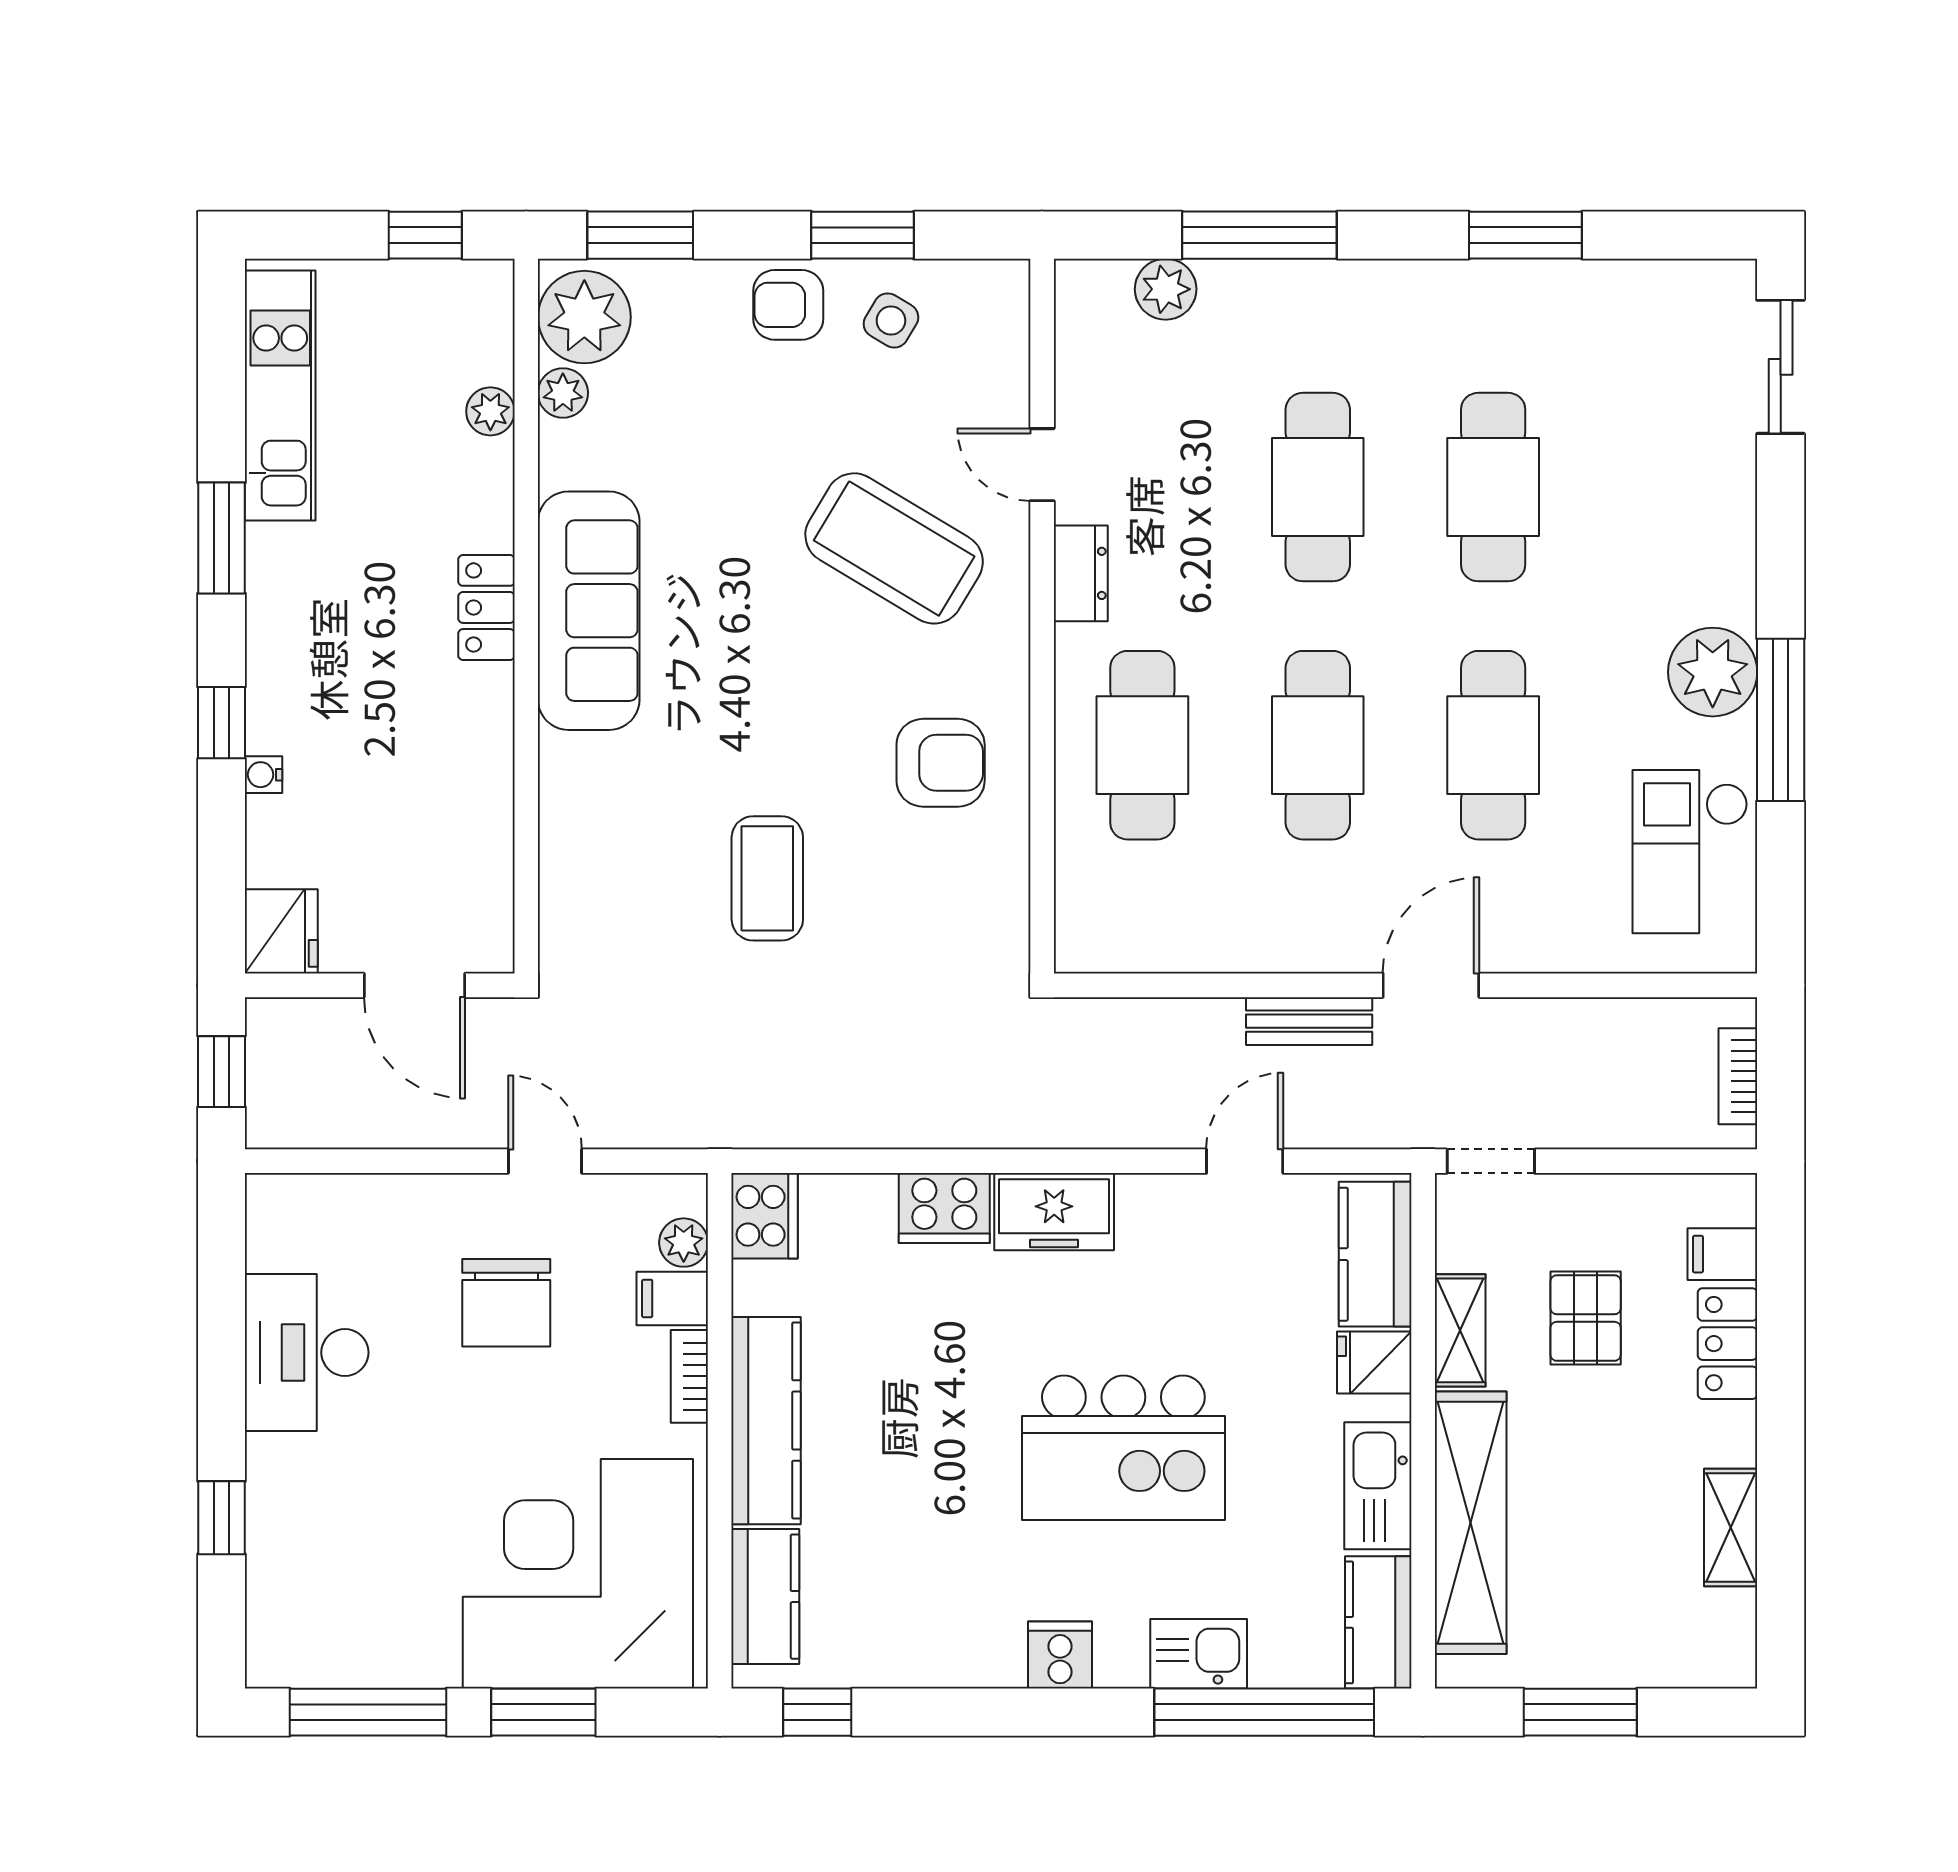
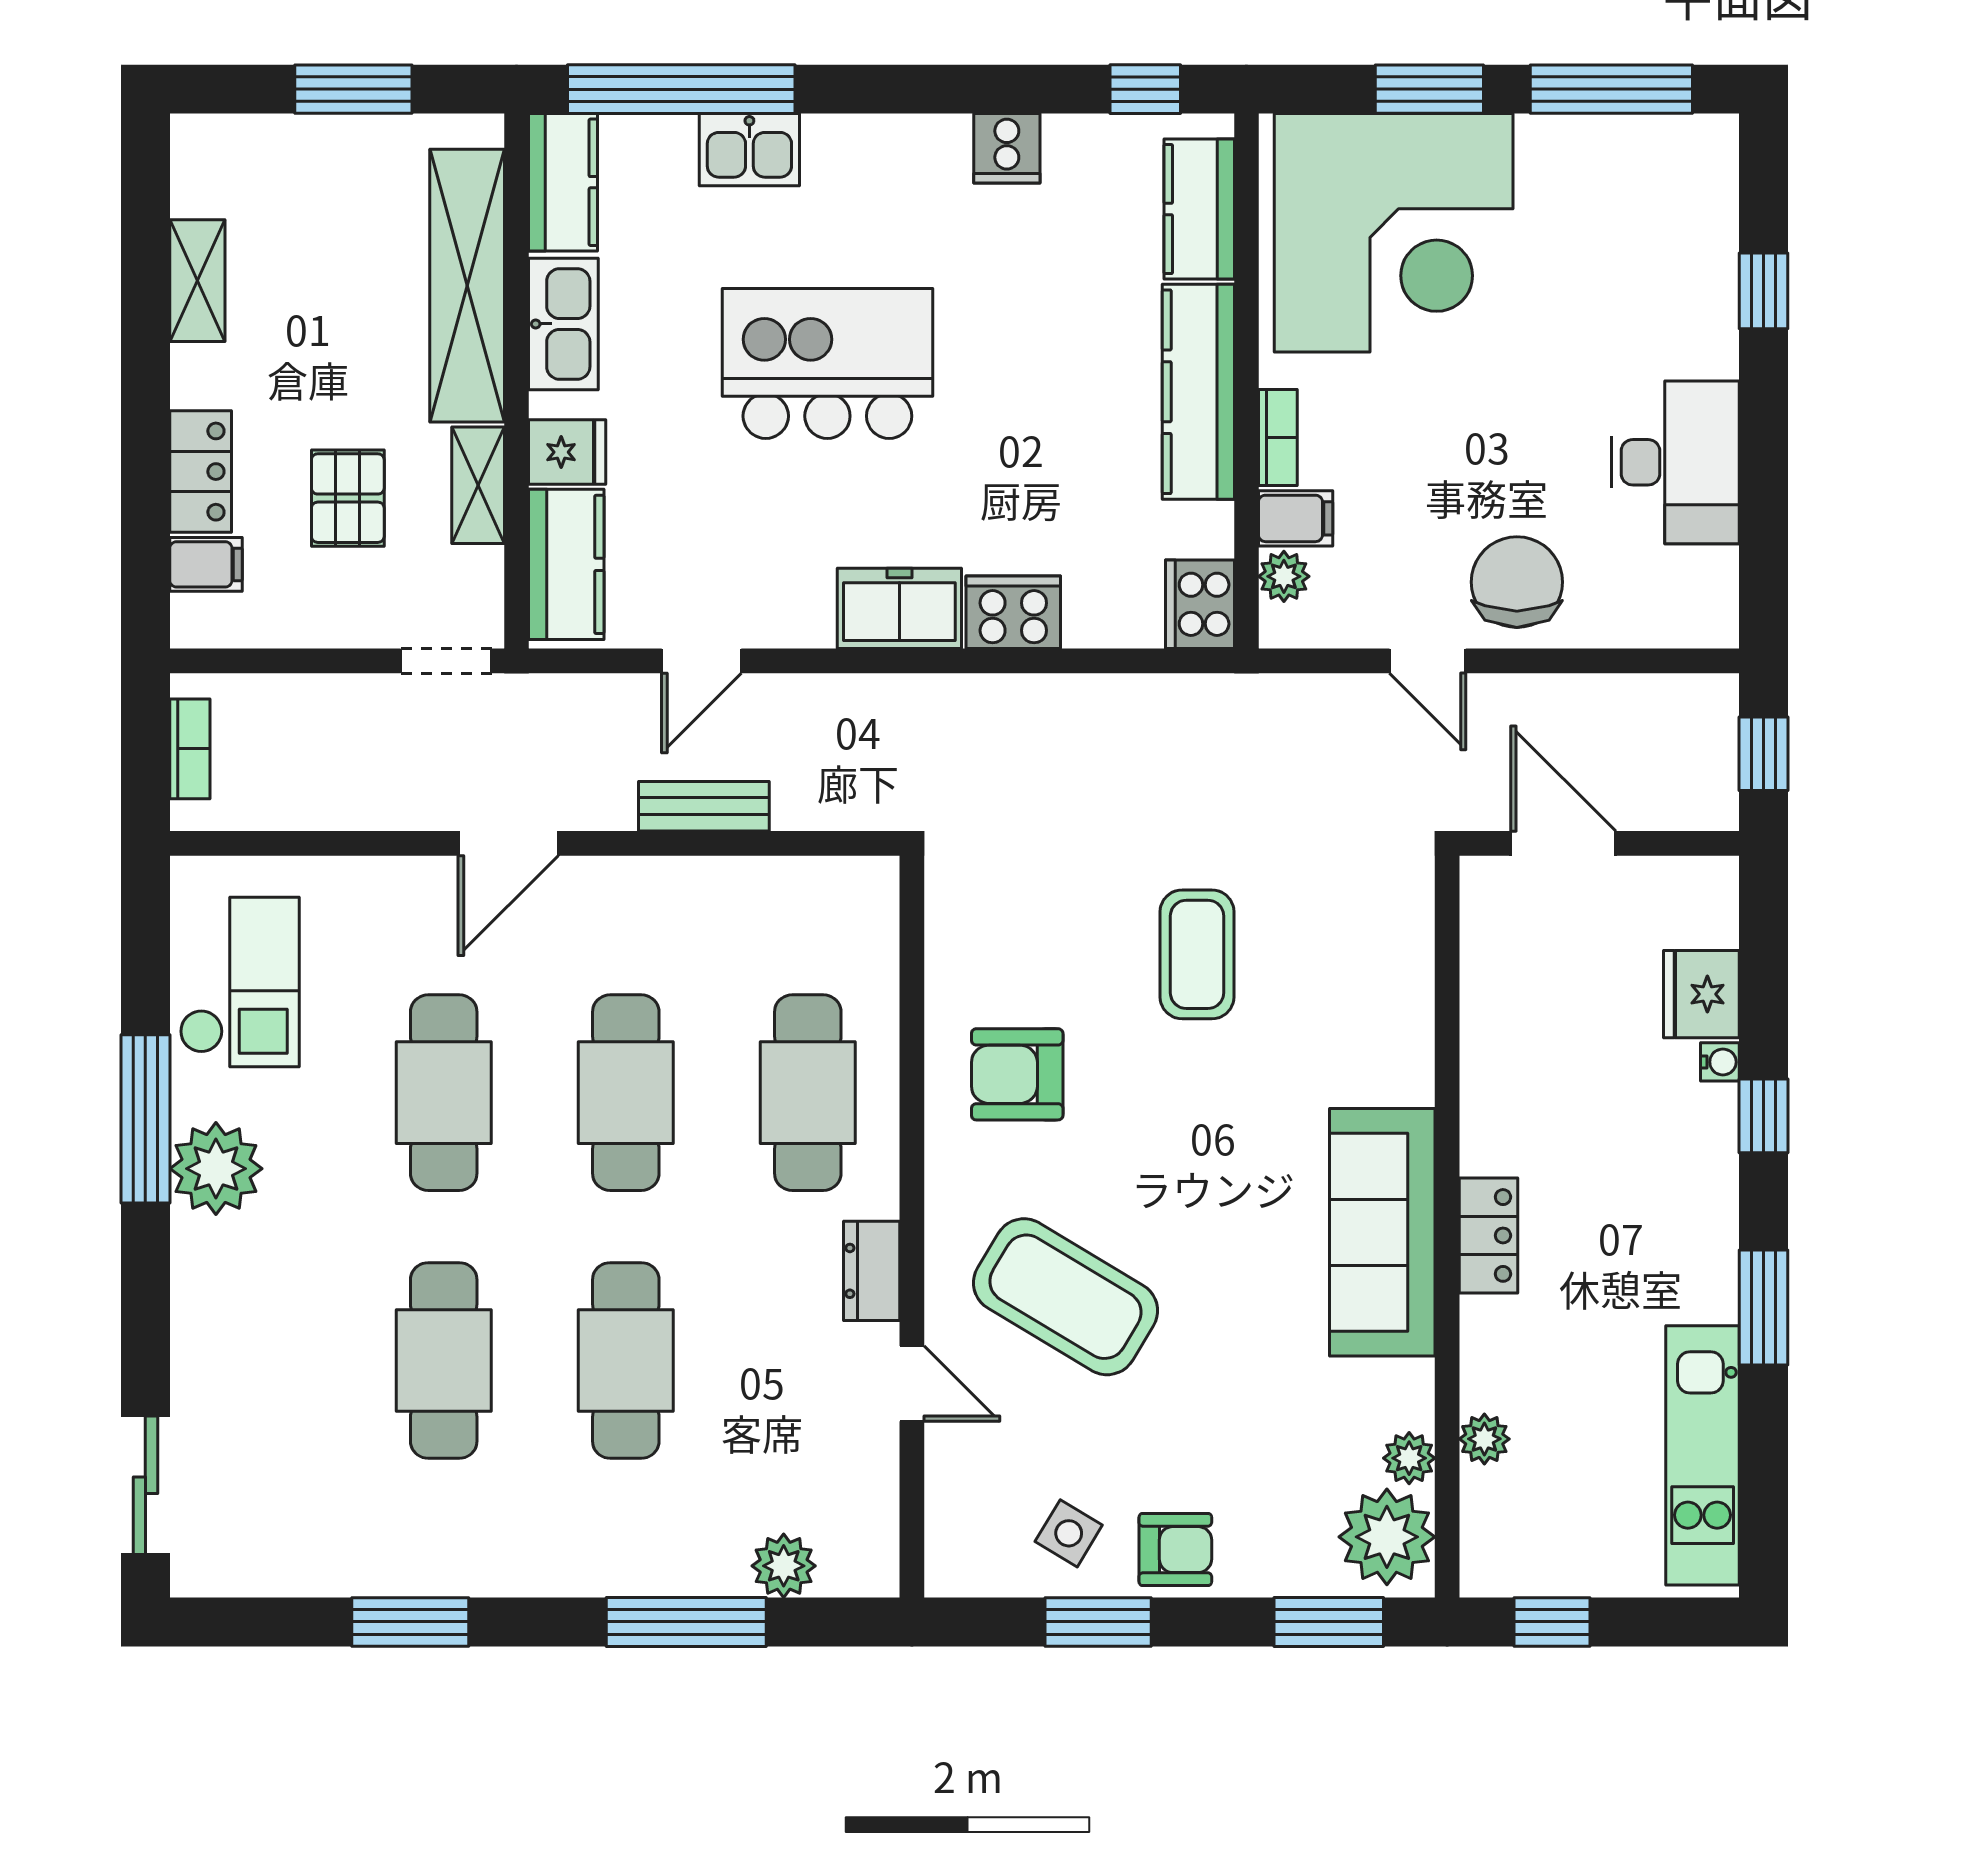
fridge: (281, 931) -> (1701, 994), moved
bench: (1309, 1021) -> (704, 806), moved
chair: (506, 1303) -> (1517, 582), moved
cooker: (1060, 1655) -> (1007, 148), moved

